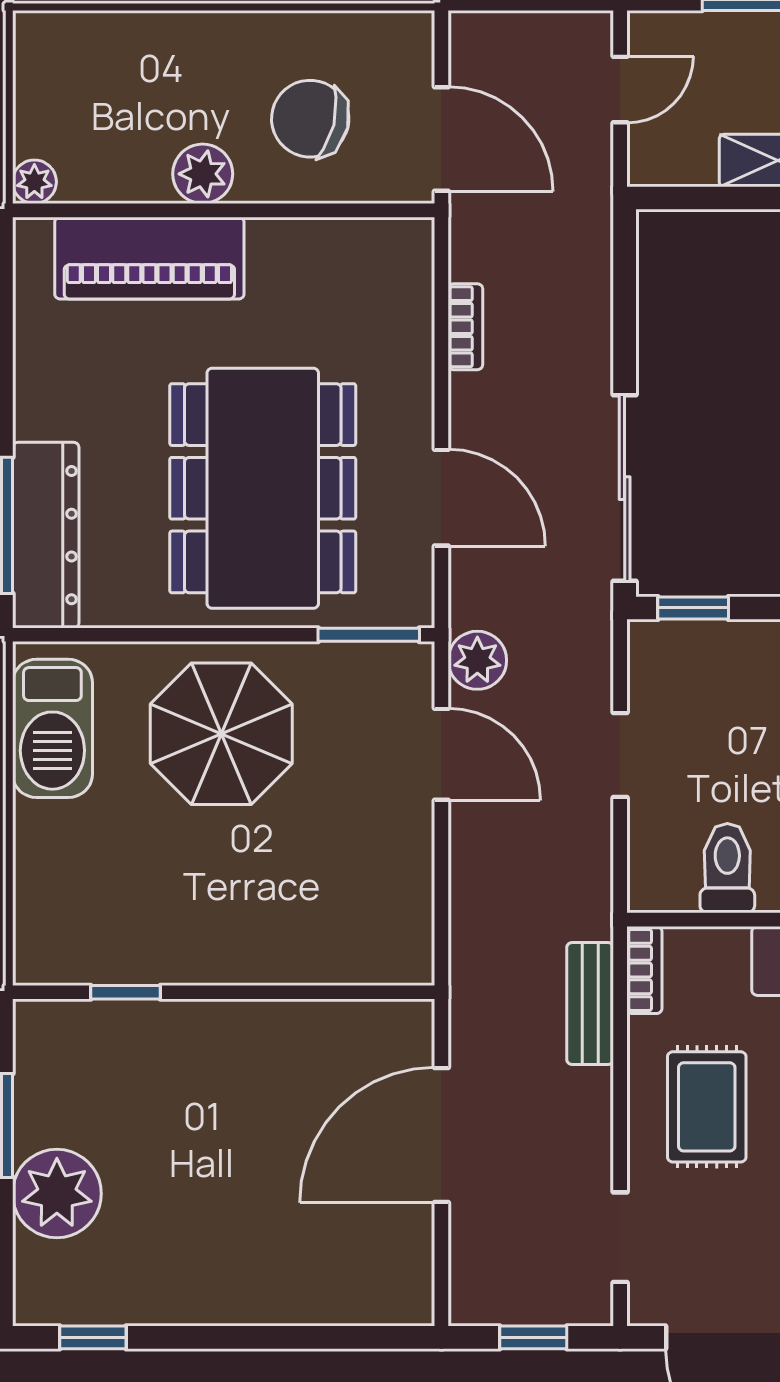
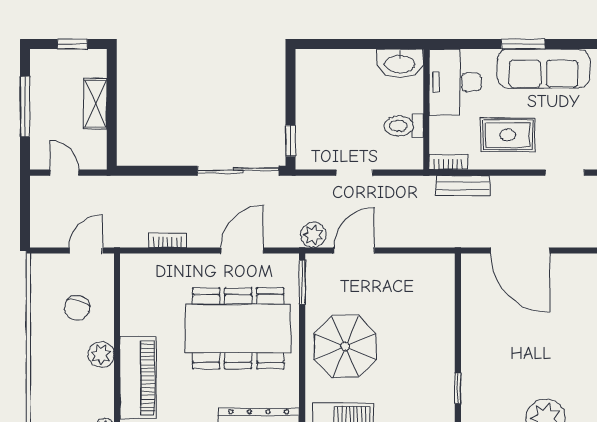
chair: (310, 119) -> (77, 308), width x0.73, depth x0.73
door: (441, 139) -> (86, 250), width x0.73

